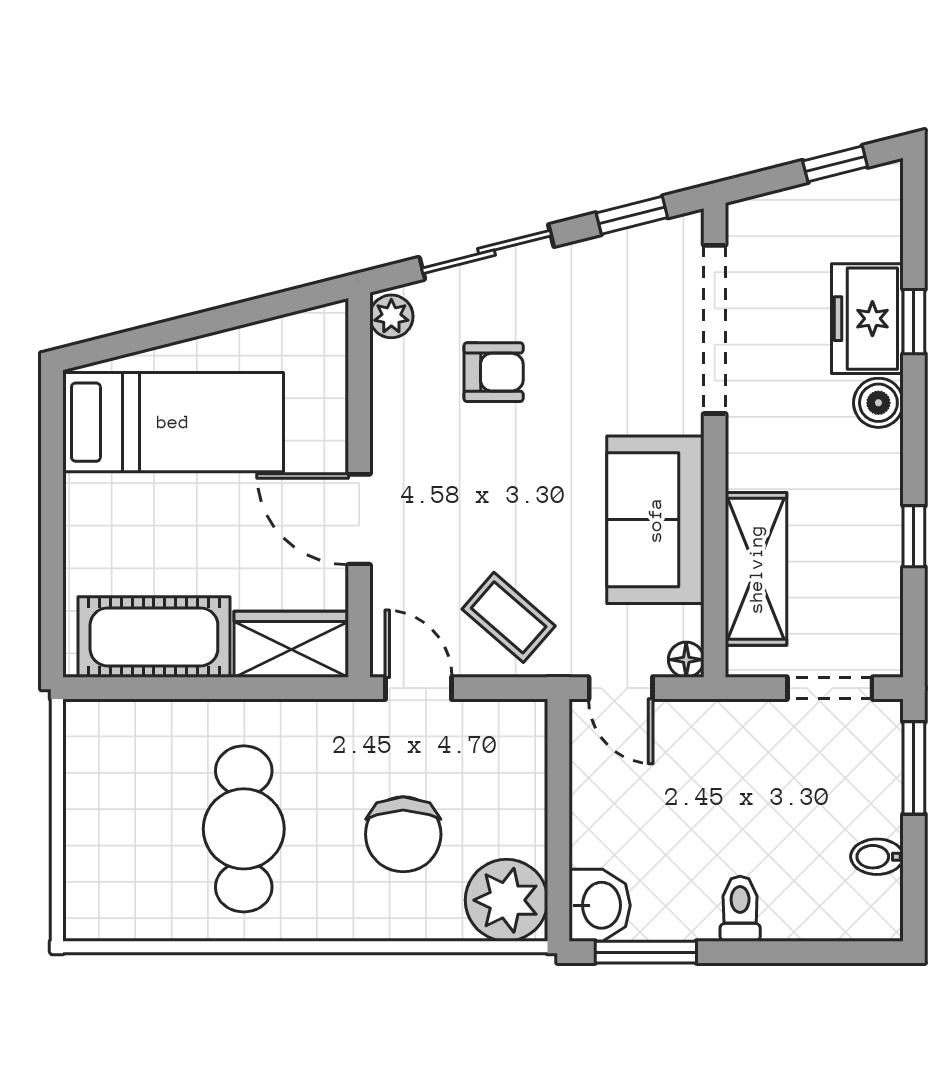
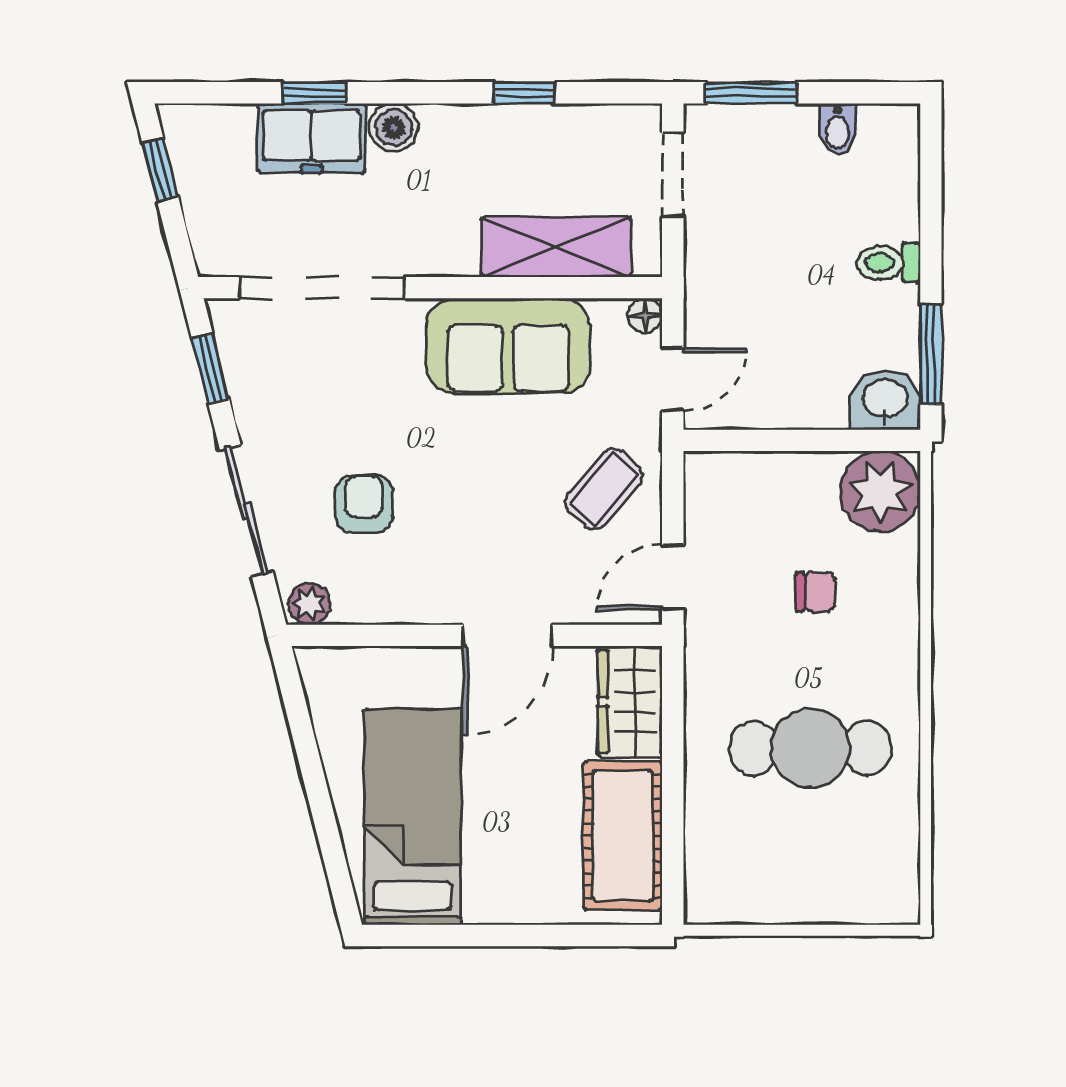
chair: (403, 834) -> (816, 592), width x0.54, depth x0.54

